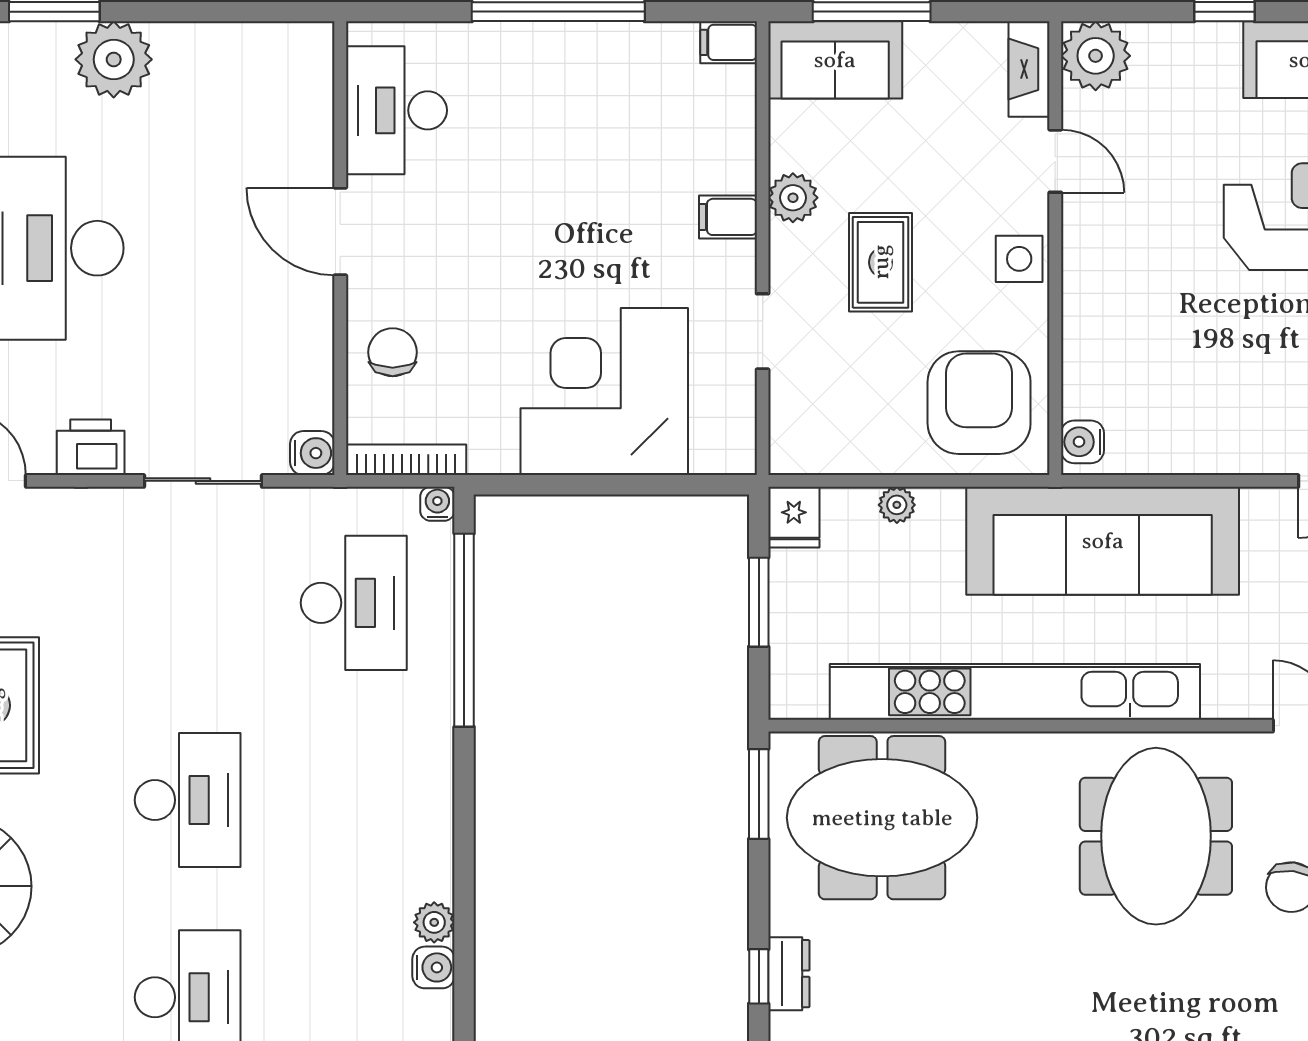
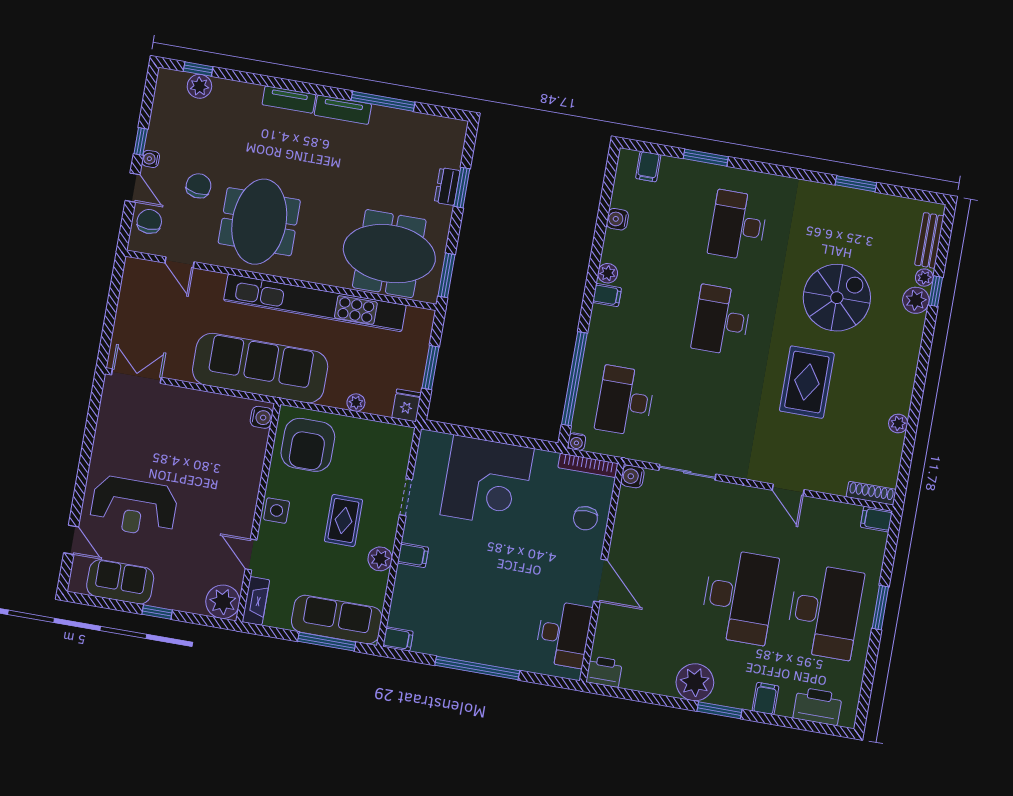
sofa: (835, 60) -> (337, 620), width x1.36
printer: (91, 447) -> (604, 672), moved, turned 180
filing cabinet: (428, 811) -> (607, 295), added
plant: (434, 922) -> (608, 273), moved
window: (759, 976) -> (462, 188), width x1.50

